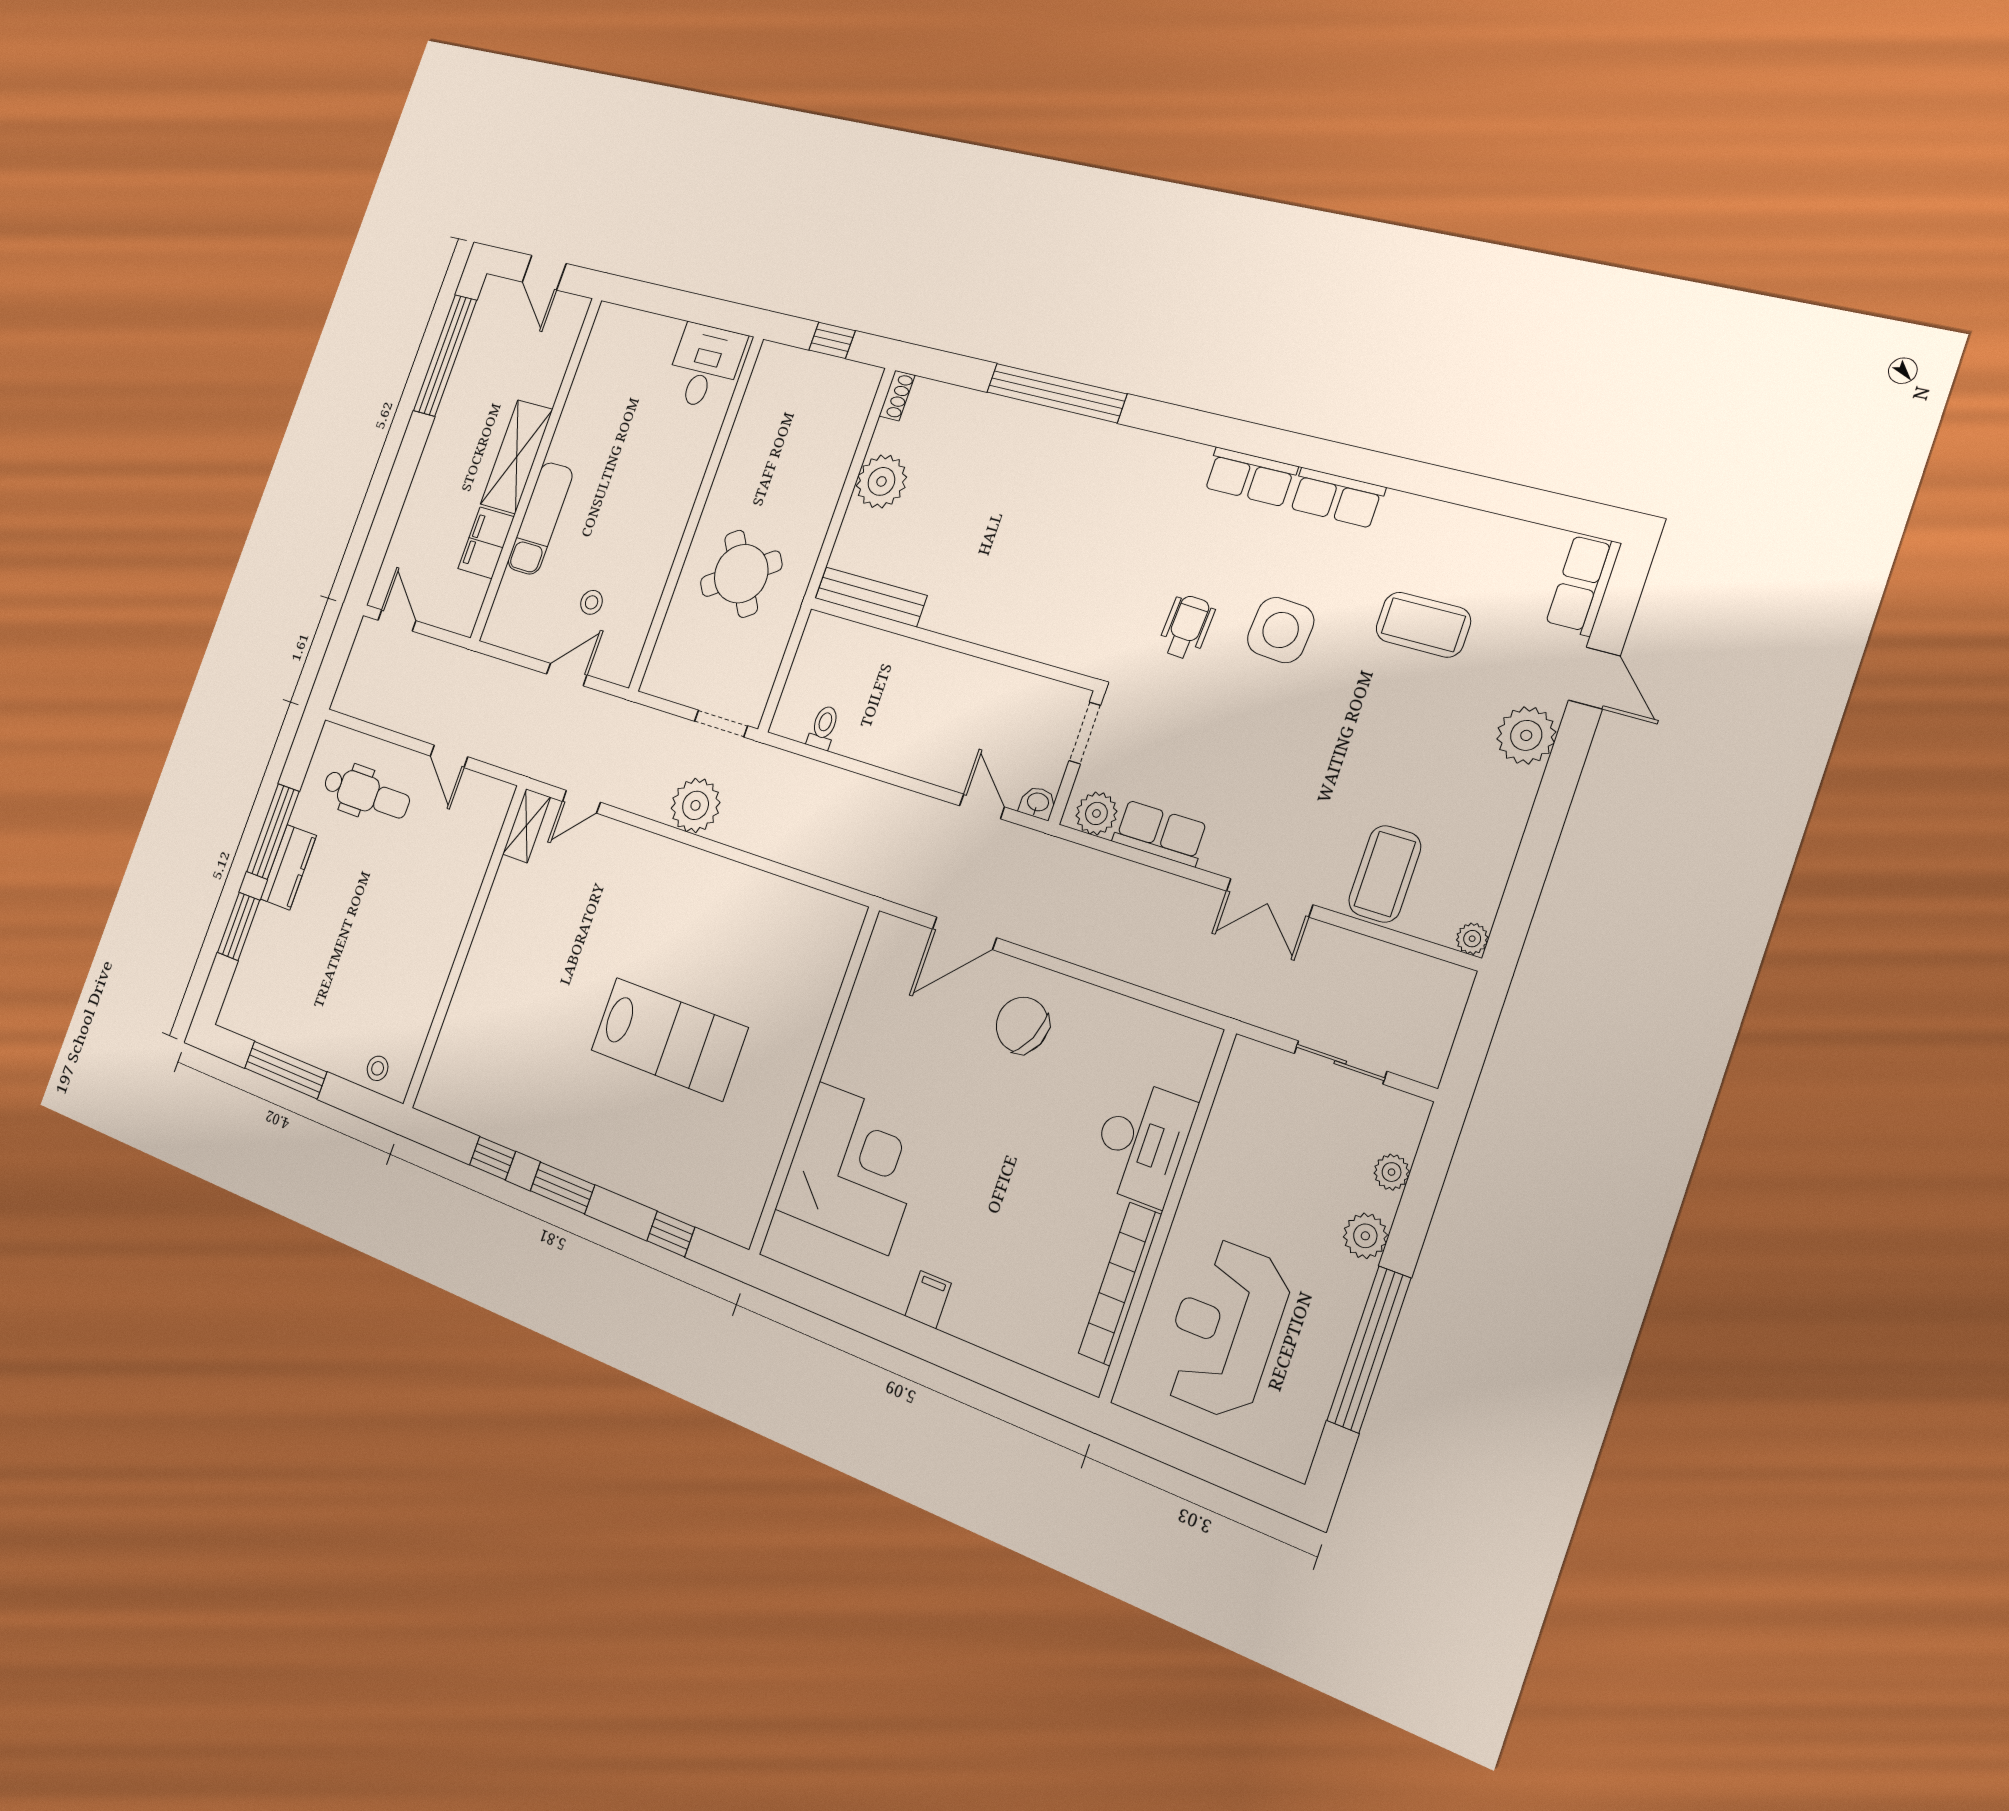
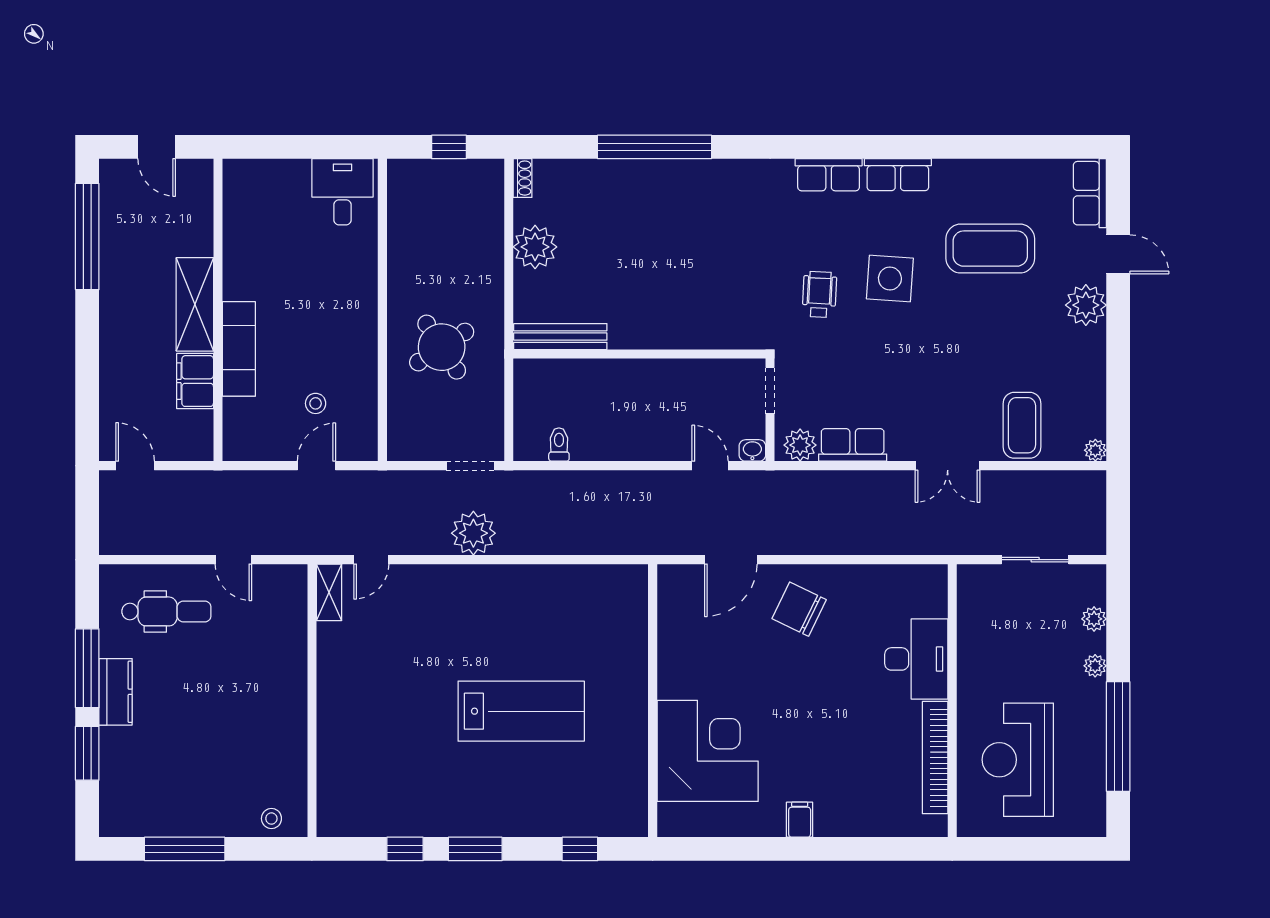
coffee table: (1423, 625) -> (990, 249), width x1.36, depth x1.32
plant: (1365, 1236) -> (1095, 666), width x0.73, depth x0.73

